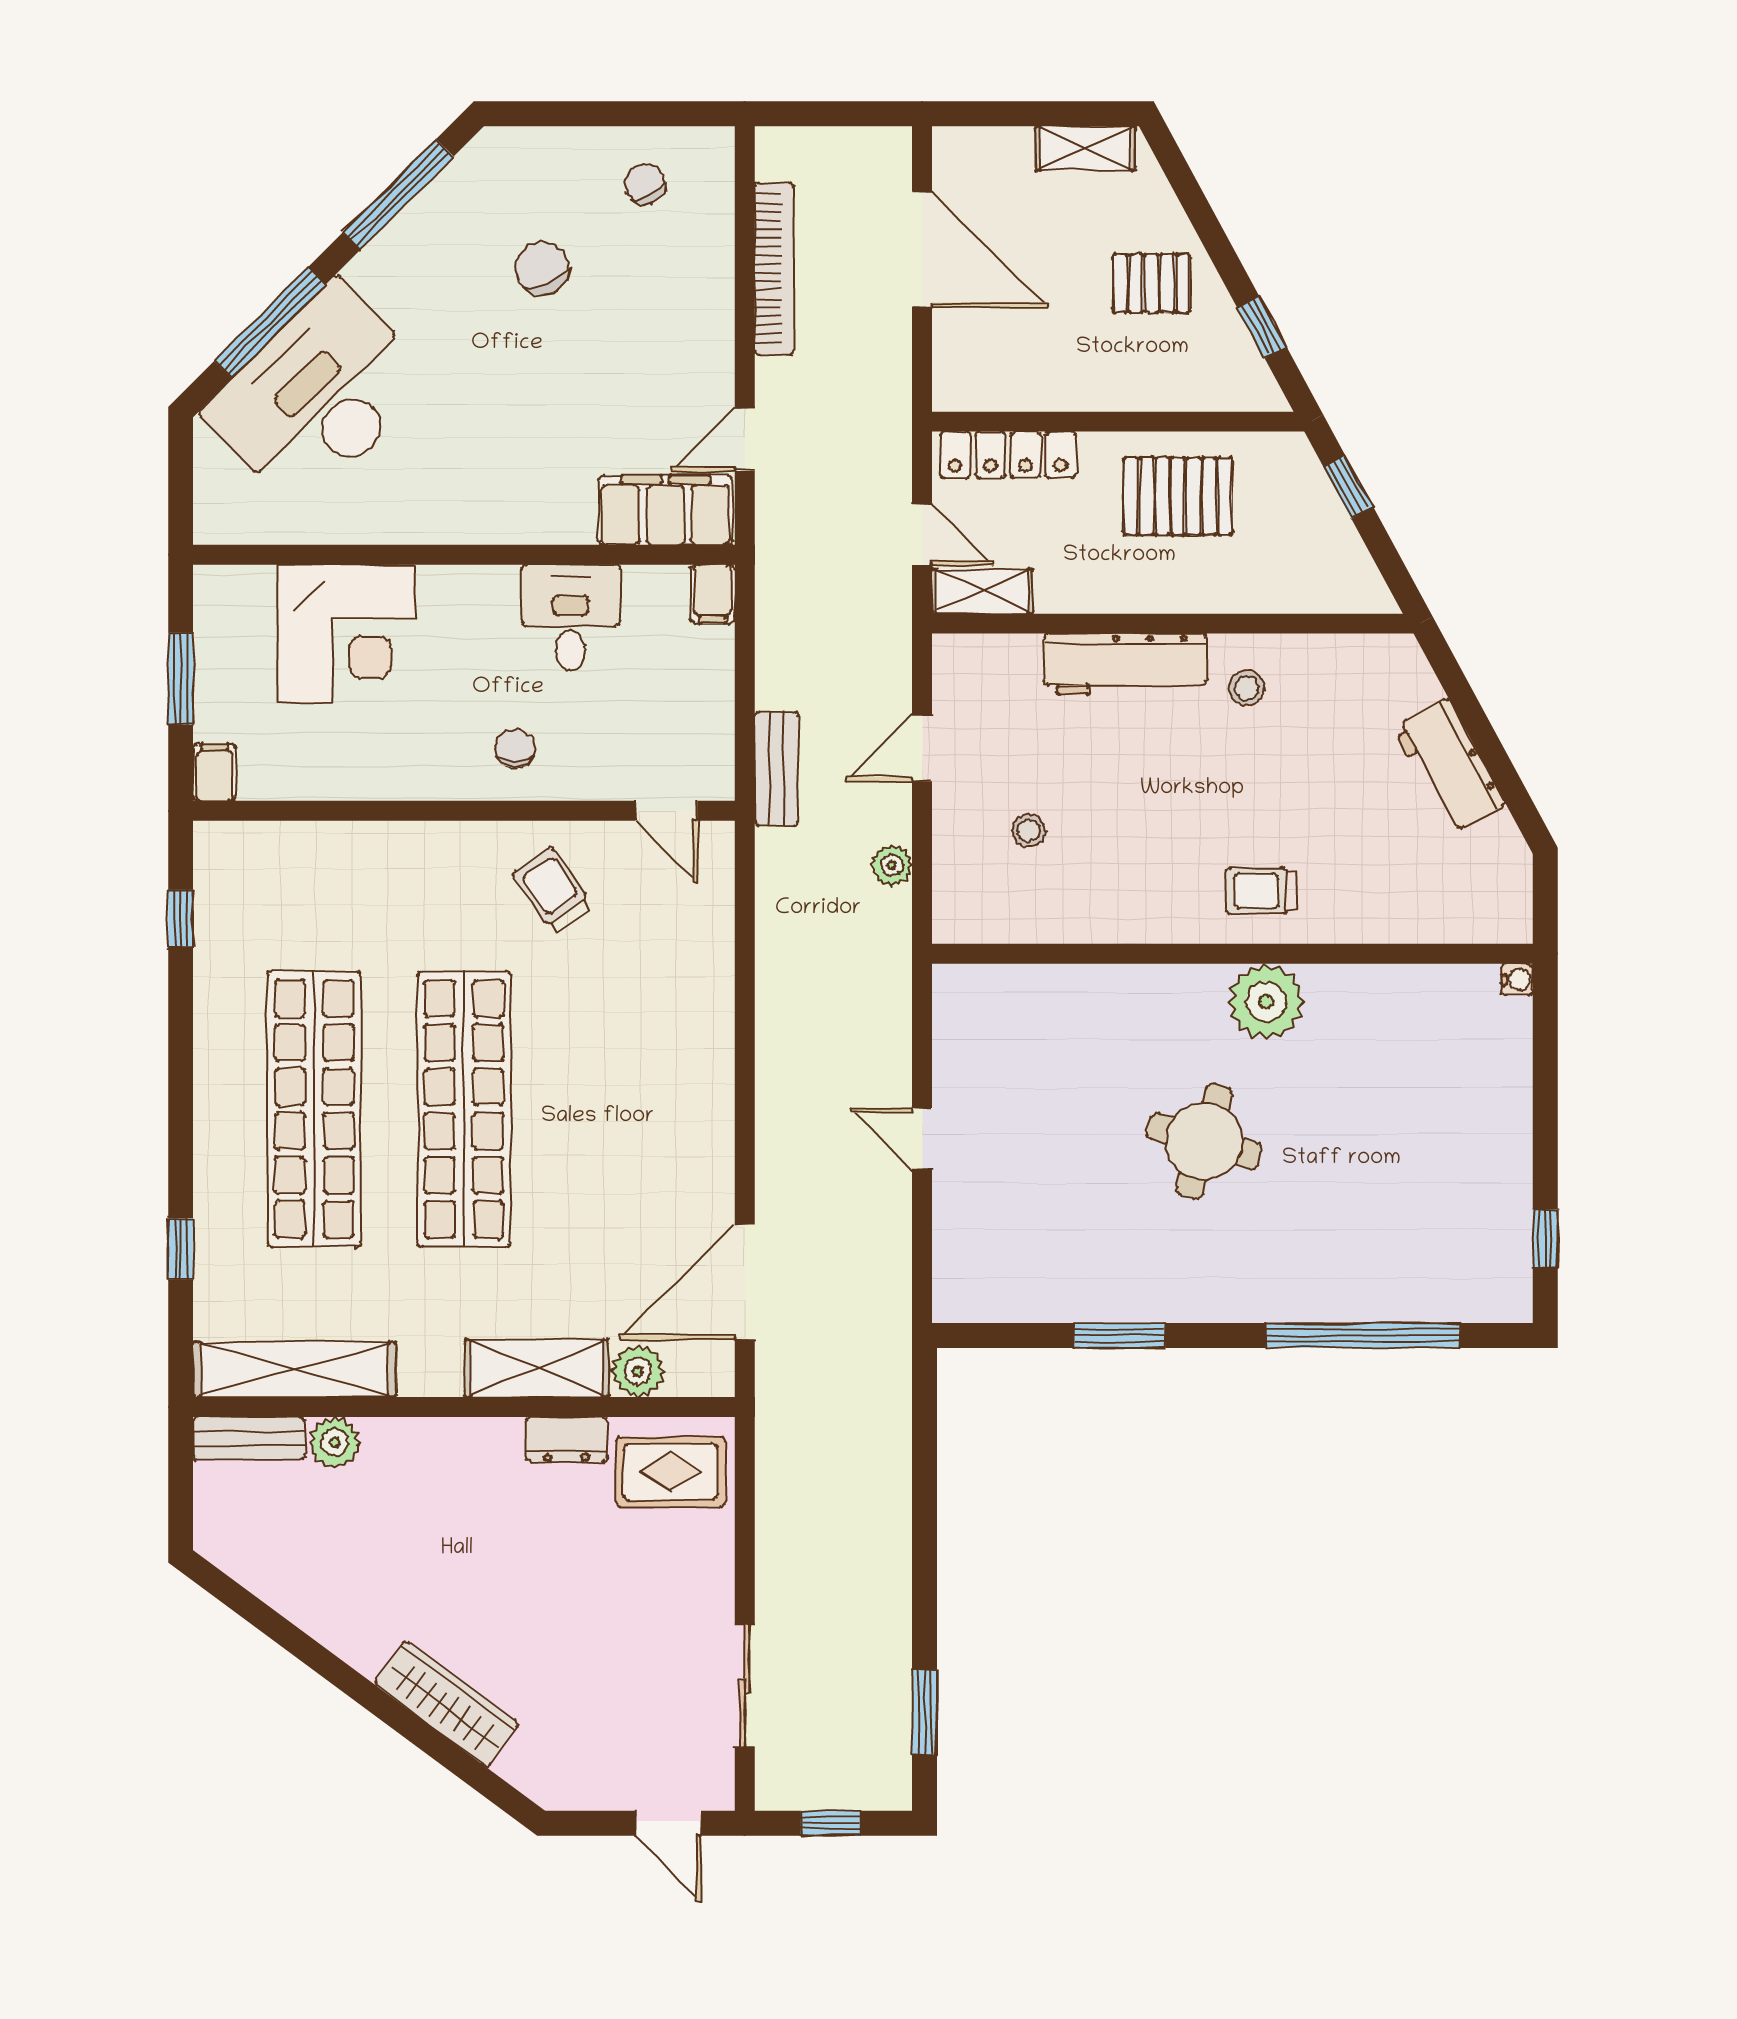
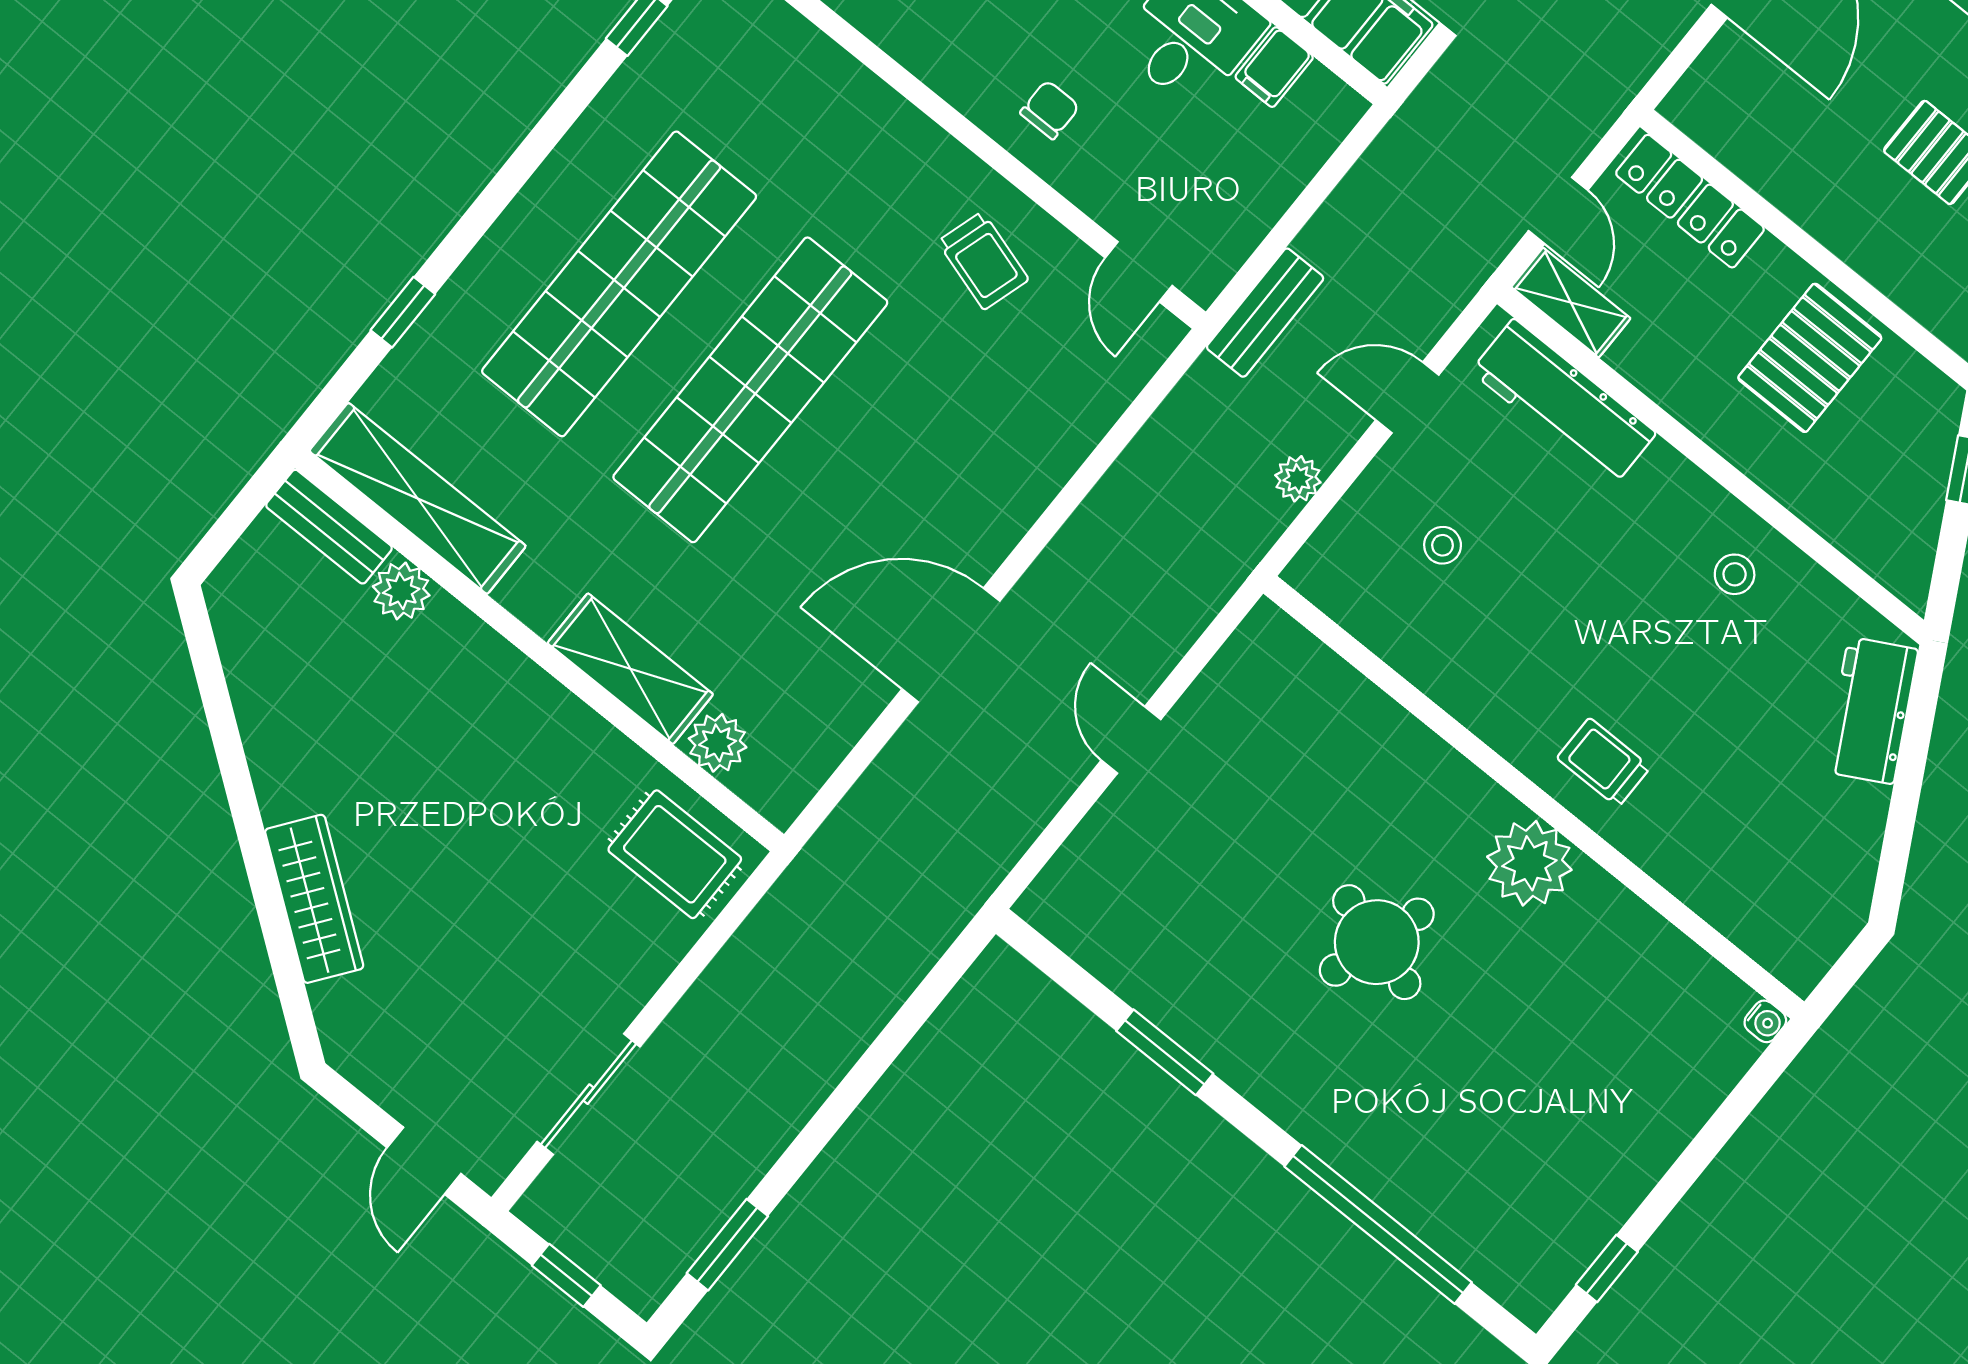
pallet: (1178, 496) -> (1810, 358), turned 90
filing cabinet: (713, 594) -> (1274, 67), moved
workbench: (1125, 664) -> (1563, 402), moved
workbench: (1449, 766) -> (1871, 710), moved
trolley: (553, 890) -> (983, 261), turned 142
door: (745, 1282) -> (951, 645), moved
dresser: (567, 1440) -> (606, 752), removed

